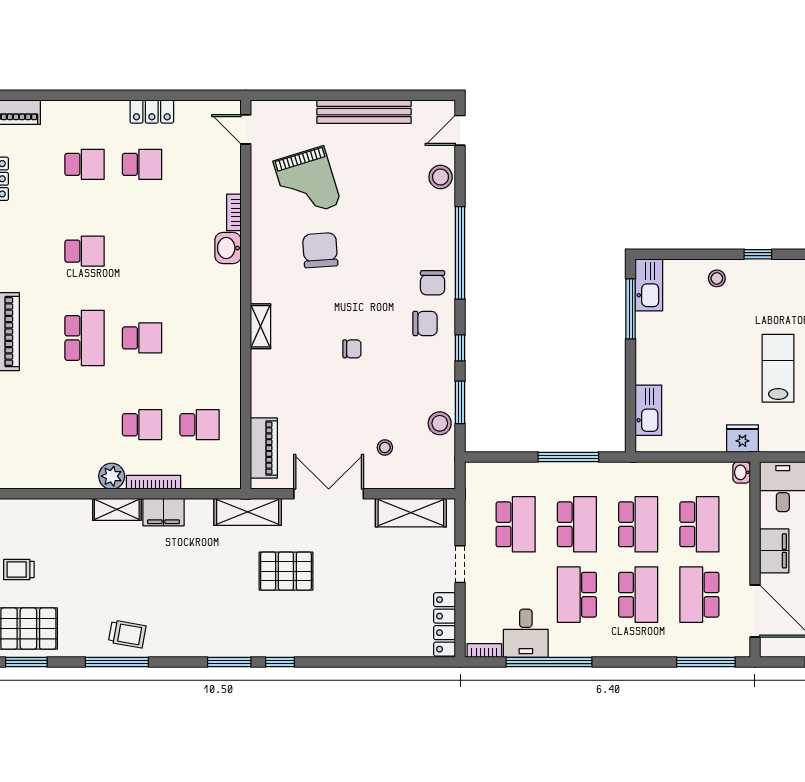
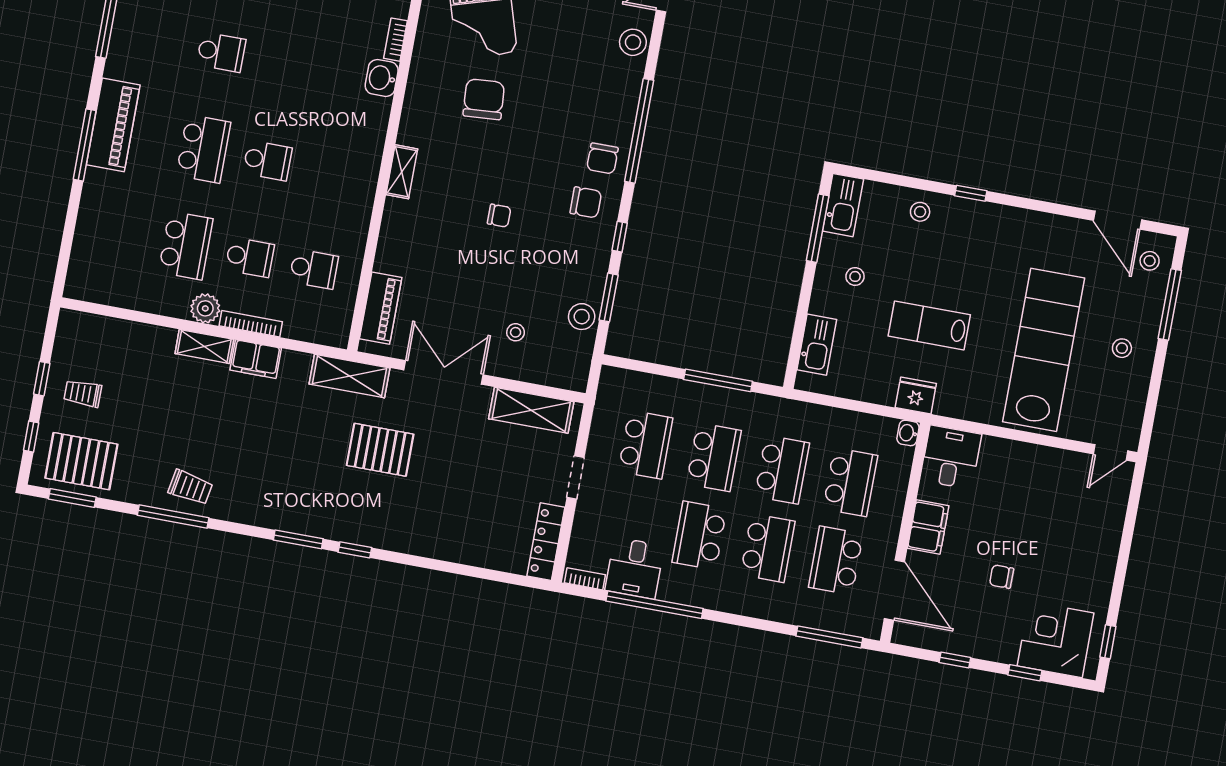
stool: (671, 345) -> (855, 276), added
lab bench: (778, 368) -> (929, 325), moved, turned -90
school desk: (85, 425) -> (186, 245), added

